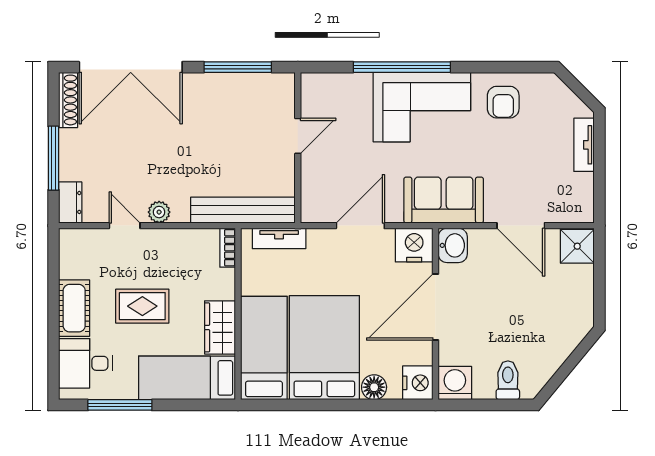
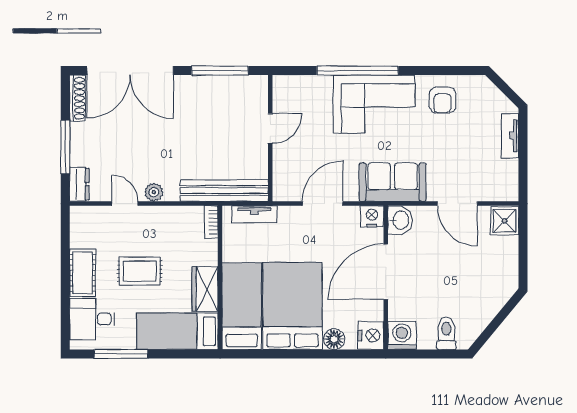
nightstand: (414, 245) -> (372, 216), width x0.74, depth x0.75

